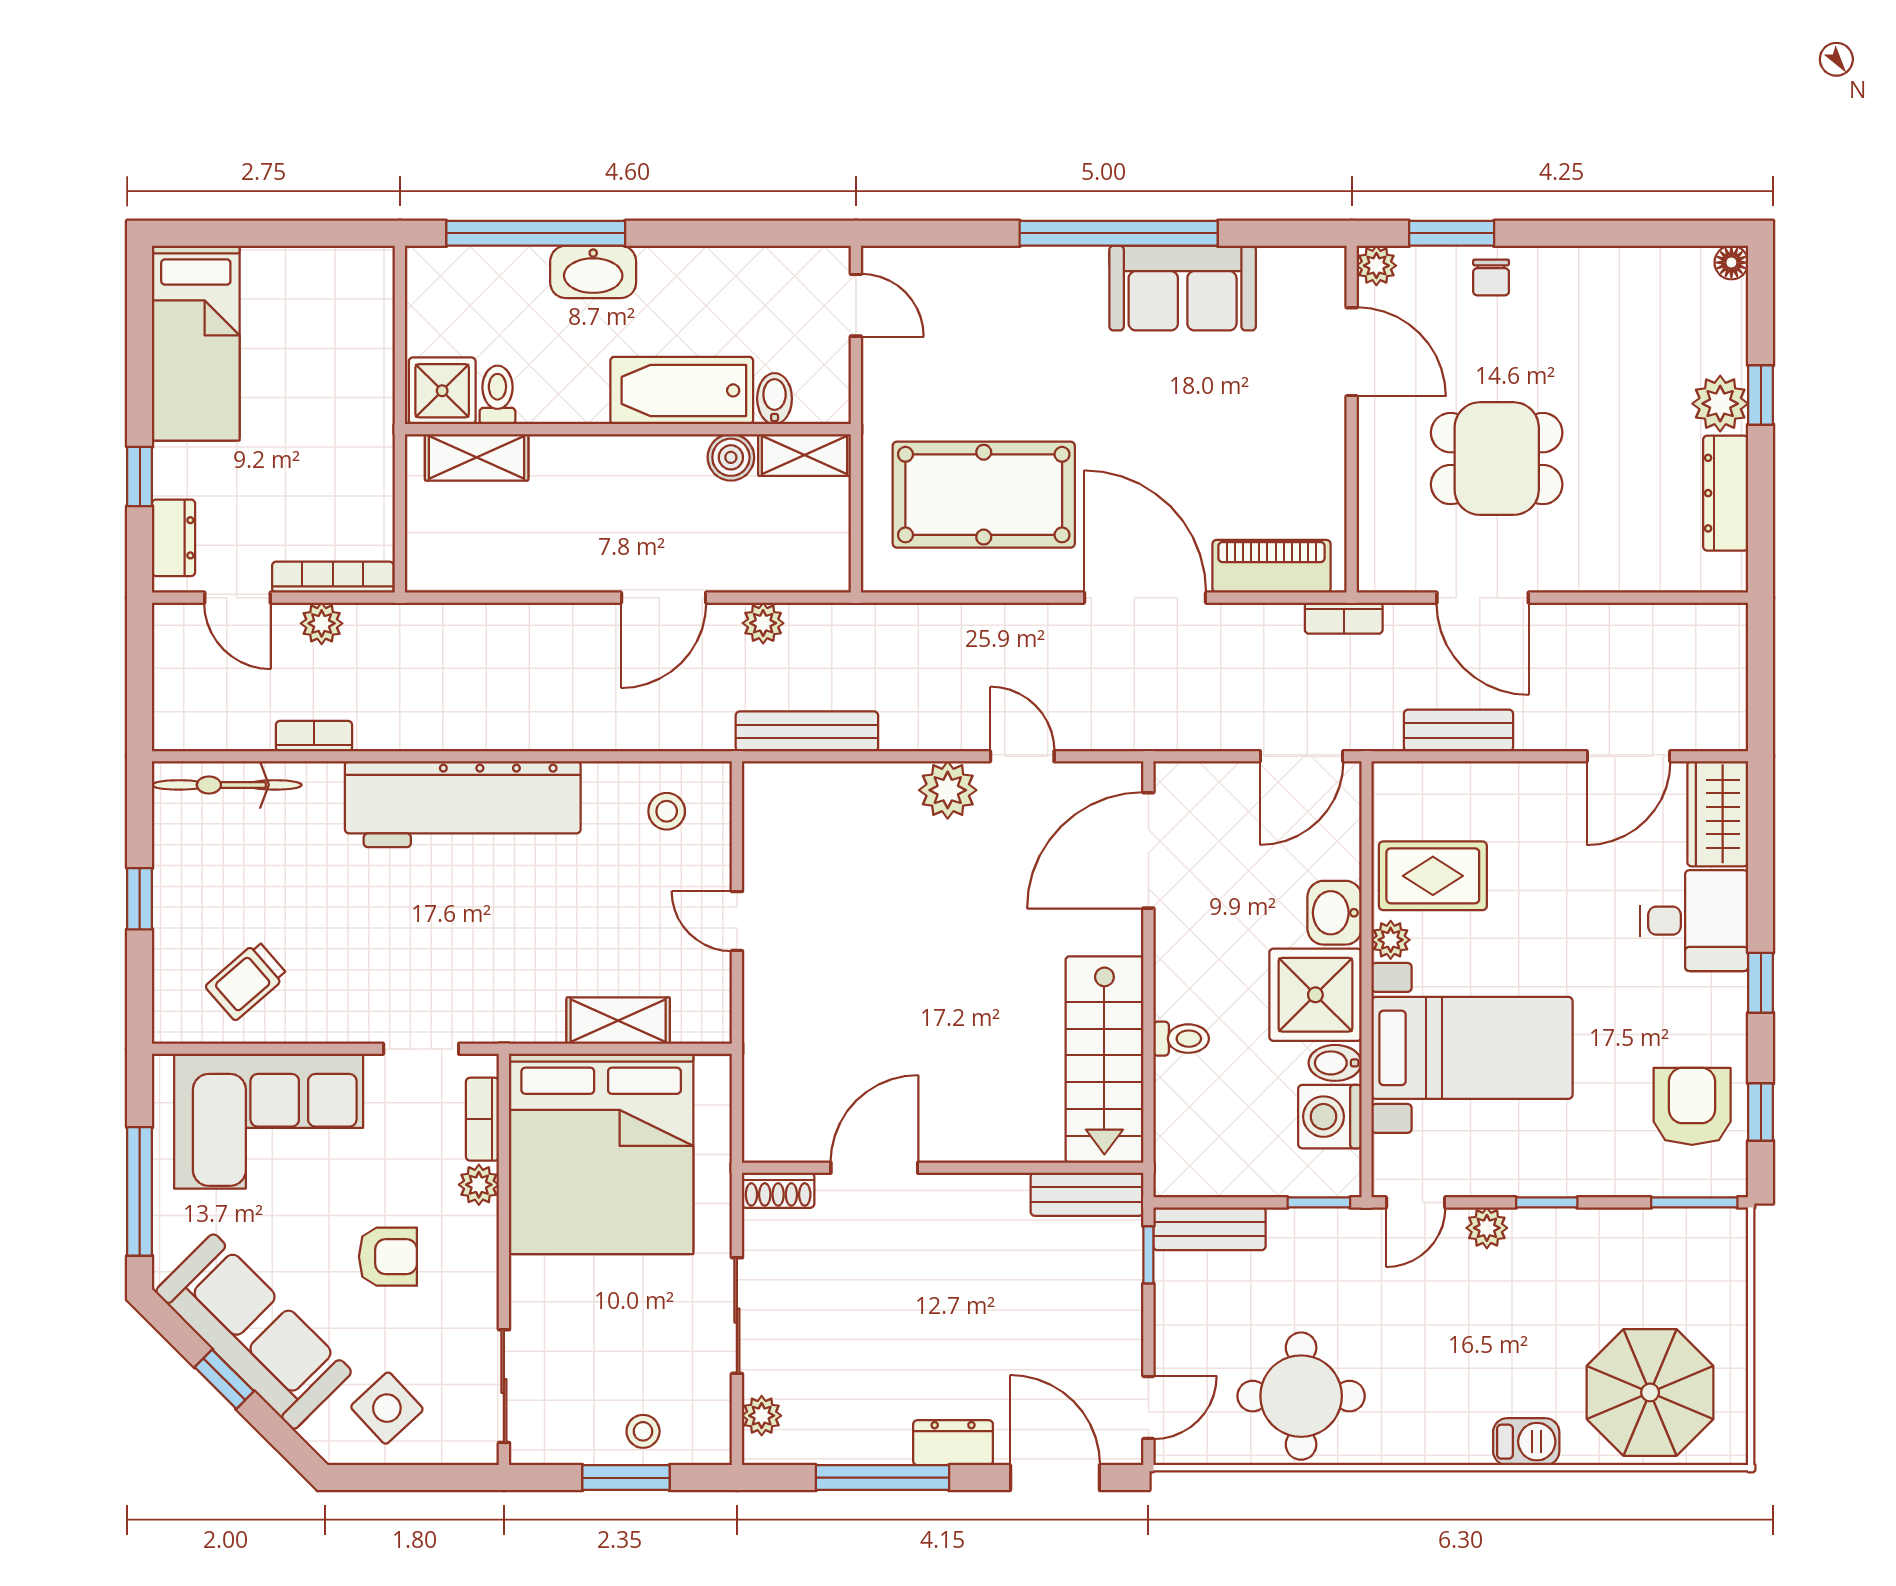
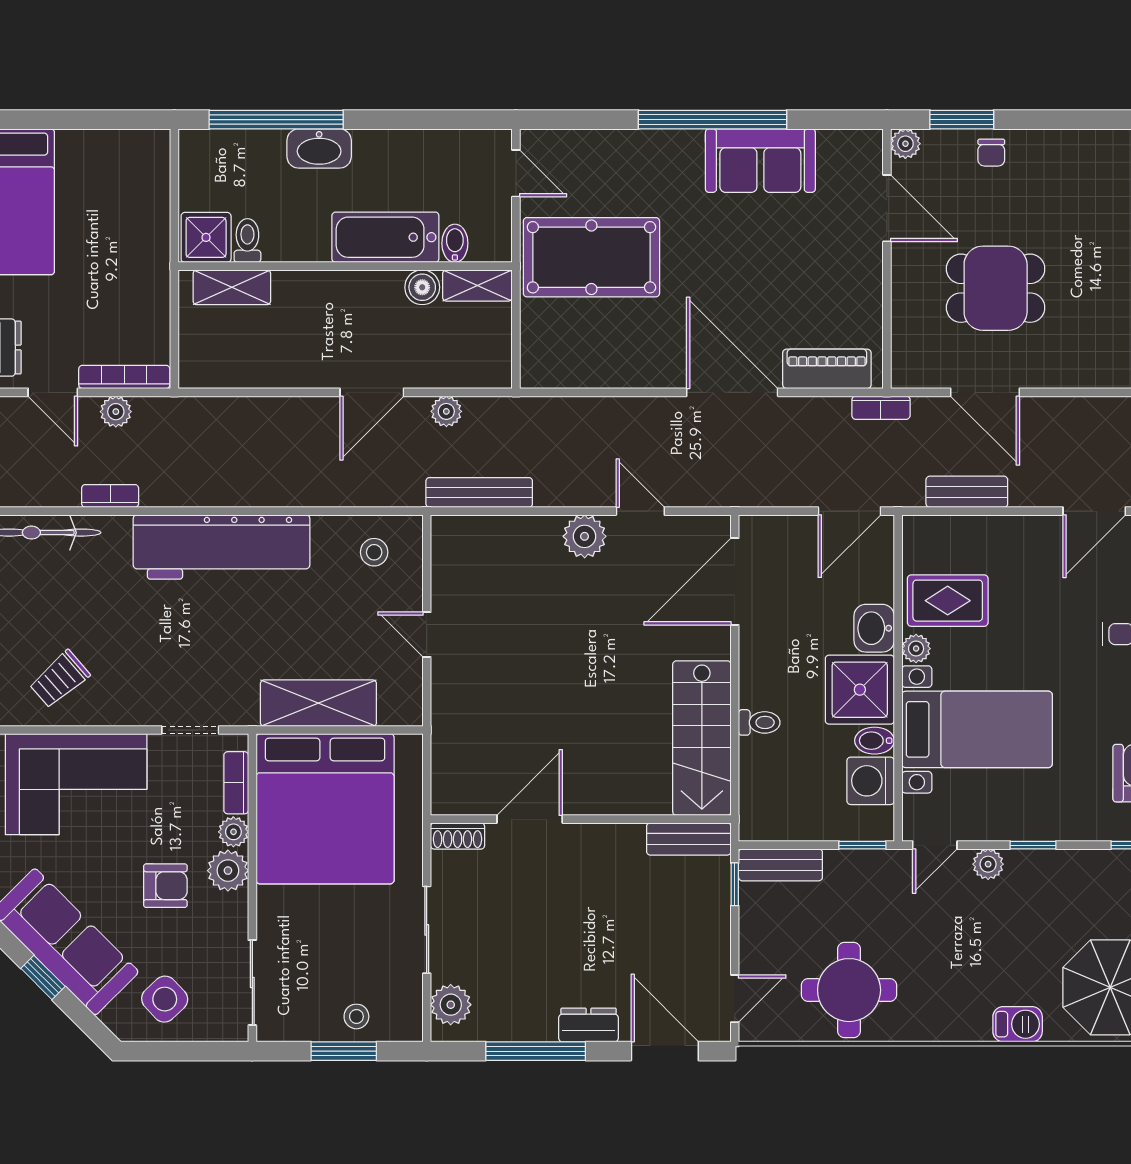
pool table: (984, 495) -> (591, 257), moved
shelving: (618, 1021) -> (318, 703), width x1.50, depth x1.33
plant: (471, 1236) -> (228, 871), added
plant: (762, 1416) -> (451, 1005), width x1.38, depth x1.38

